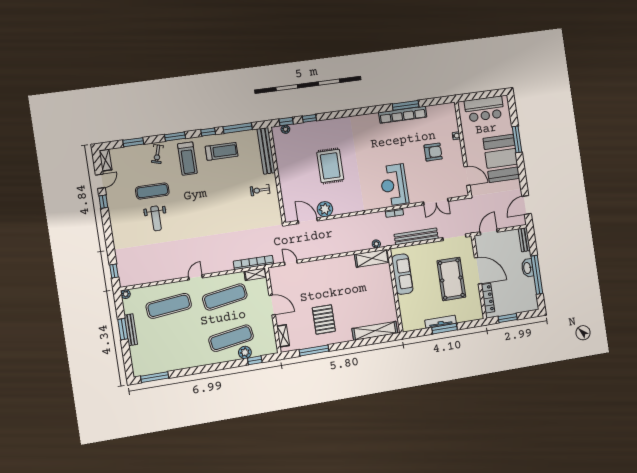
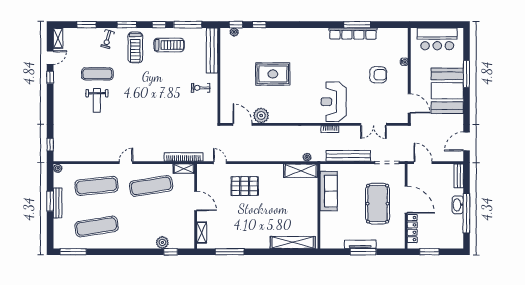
rug: (330, 166) -> (273, 74), turned 90
door: (489, 232) -> (423, 163), hinge flipped
pallet: (324, 319) -> (245, 186), moved, turned 90
exercise mat: (231, 338) -> (97, 227), moved

